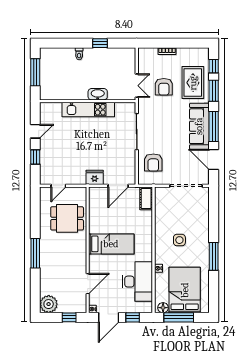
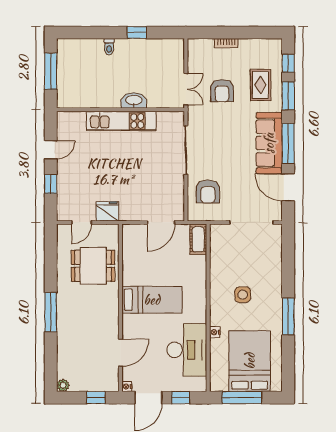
rug: (193, 83) -> (261, 85), width x0.73, depth x0.70
fridge: (95, 177) -> (107, 211), moved
plant: (49, 304) -> (63, 385), width x0.53, depth x0.53
floor lamp: (163, 308) -> (221, 385), removed

